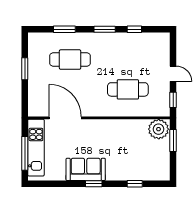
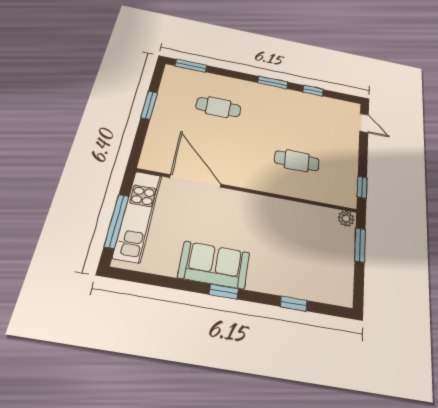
window: (64, 29) -> (191, 66), moved
cafe table: (70, 60) -> (218, 107), width x0.73, depth x0.74
door: (173, 74) -> (364, 123), moved
cafe table: (128, 89) -> (297, 161), width x0.73, depth x0.74
plant: (159, 129) -> (346, 219), width x0.53, depth x0.53

